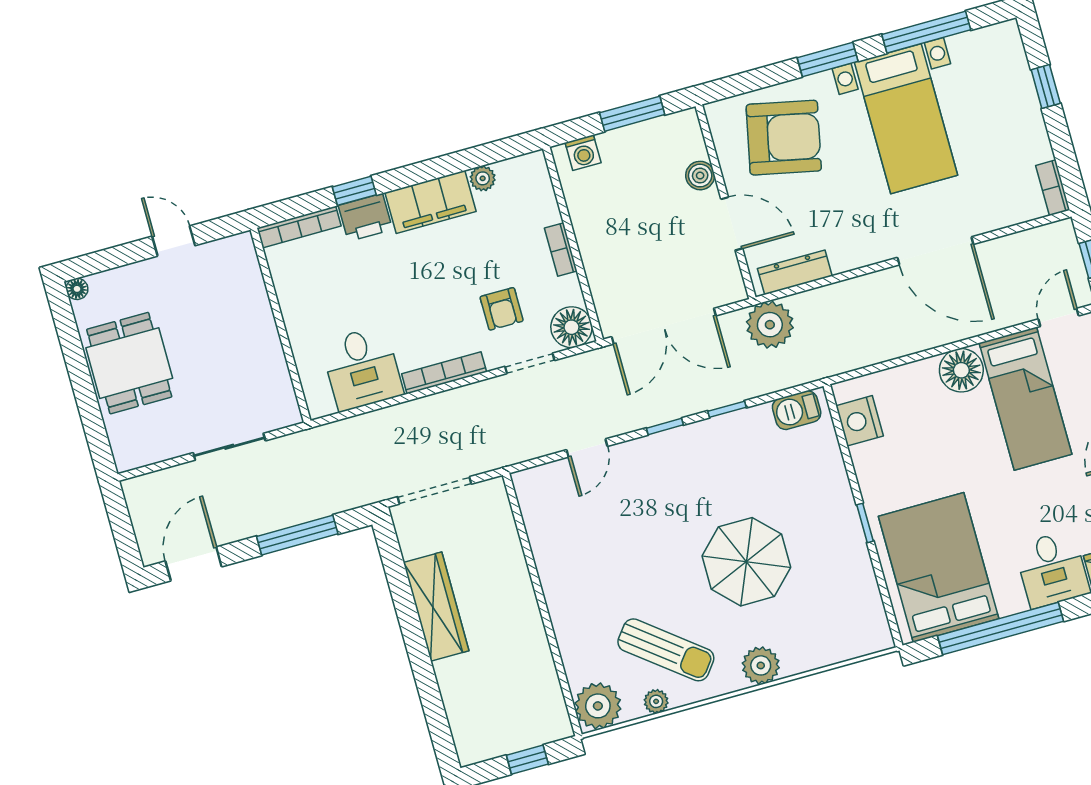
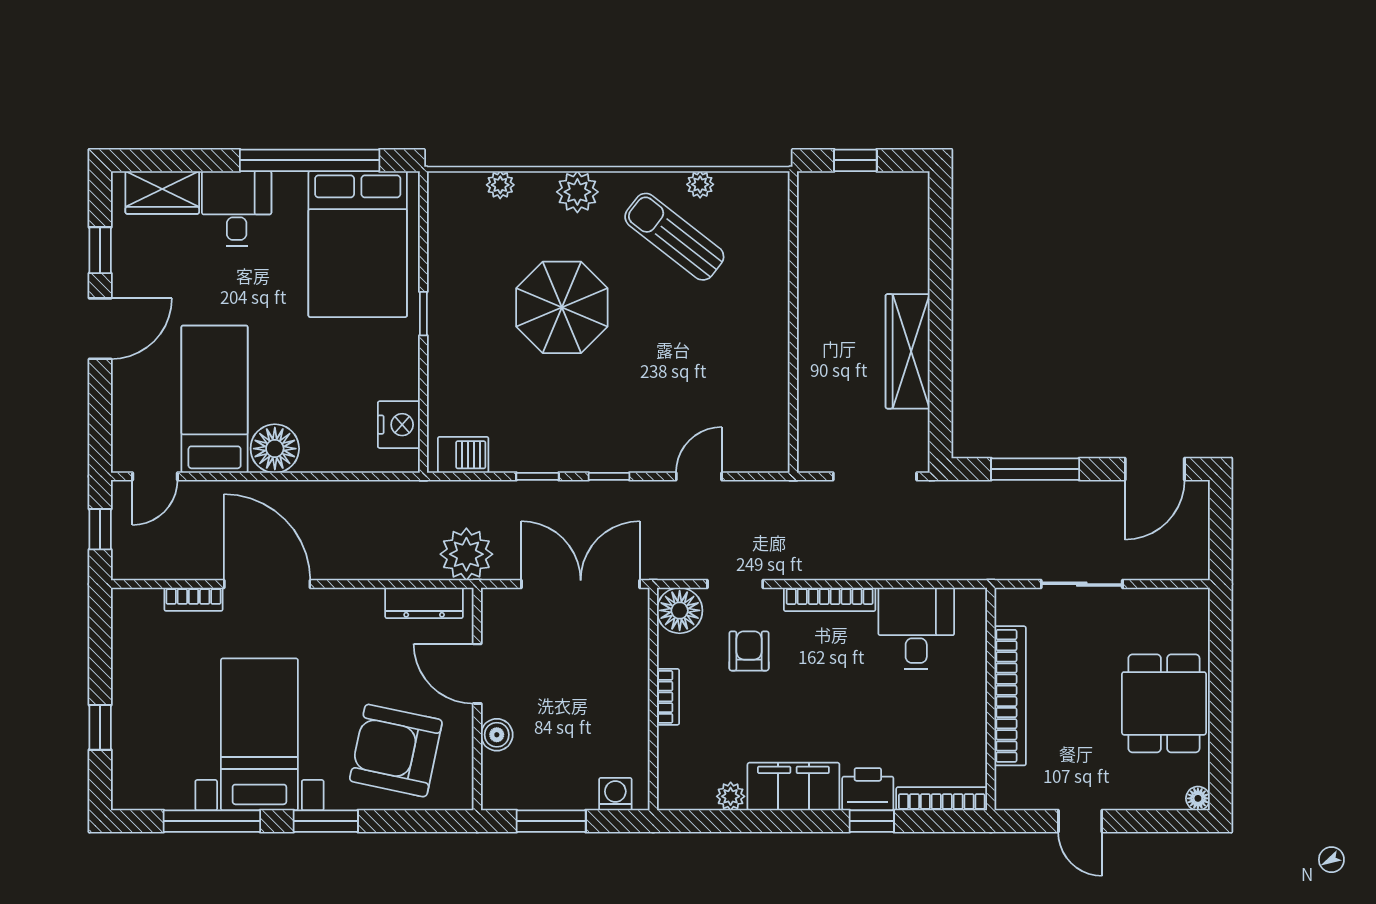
bookcase: (1053, 188) -> (194, 599), moved, turned 90
bookcase: (264, 333) -> (1010, 696), added
plant: (598, 706) -> (500, 185), moved, width x0.53, depth x0.53

